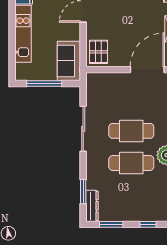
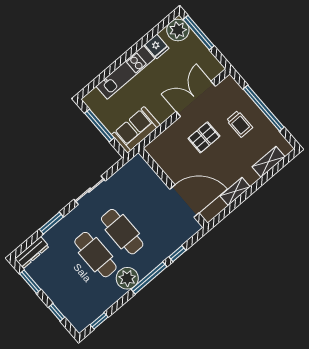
pallet: (99, 52) -> (204, 137), moved
sliding door: (83, 129) -> (90, 190), width x0.73
window: (83, 192) -> (51, 223), moved

